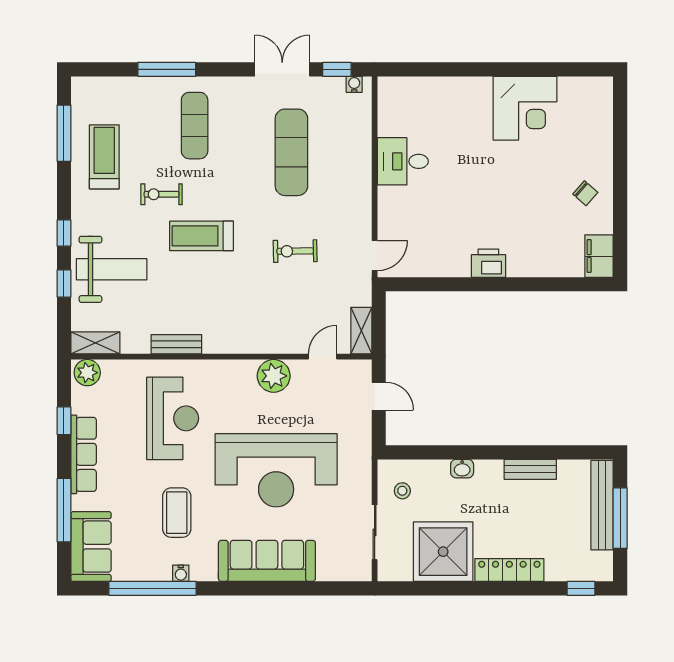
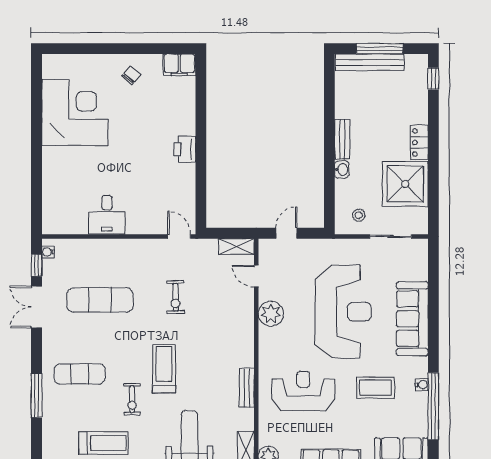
corner desk: (525, 108) -> (75, 113), width x1.36, depth x1.36
treadmill: (104, 157) -> (103, 443), turned 180
treadmill: (201, 236) -> (164, 369), turned 180
bench: (530, 469) -> (342, 139), moved
locker: (509, 570) -> (419, 142), width x0.66

